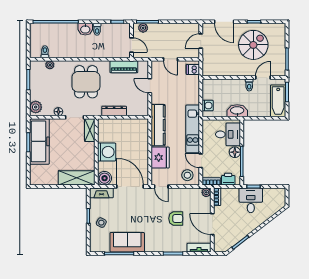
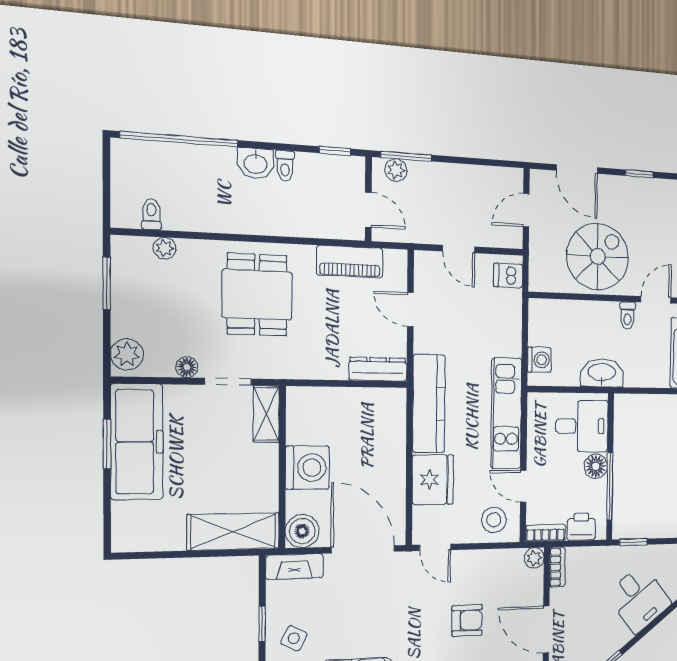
spiral stairs: (253, 45) -> (598, 256), moved
dresser: (114, 111) -> (378, 369), moved
desk: (251, 200) -> (639, 599), moved, turned 142

